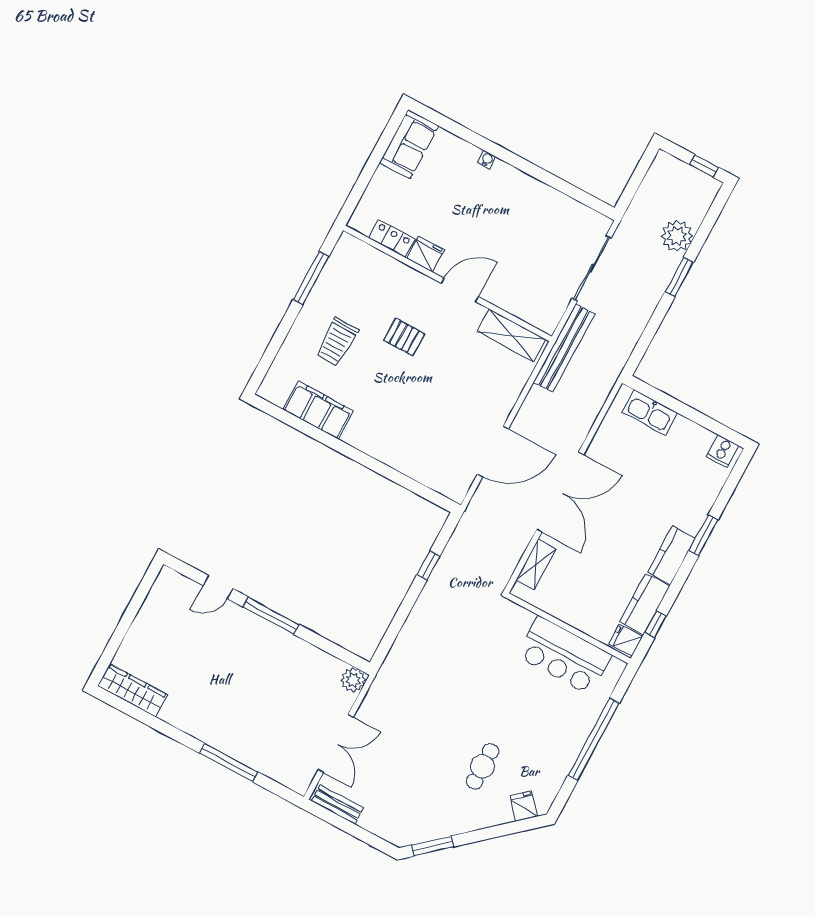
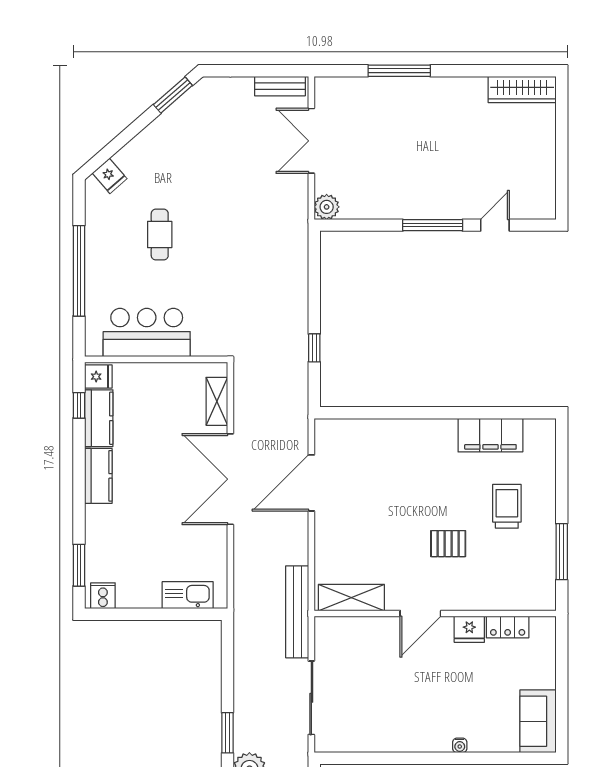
window: (703, 535) -> (79, 565), moved
cafe table: (483, 766) -> (160, 235), moved

